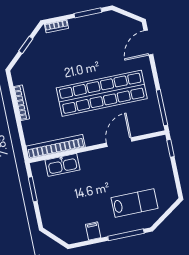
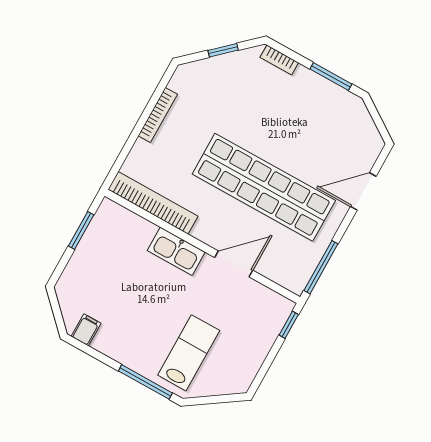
door: (148, 43) -> (363, 191), moved
kitchen sink: (62, 165) -> (176, 251), moved
lab bench: (134, 203) -> (189, 353), turned -90
filing cabinet: (93, 231) -> (86, 330), moved

